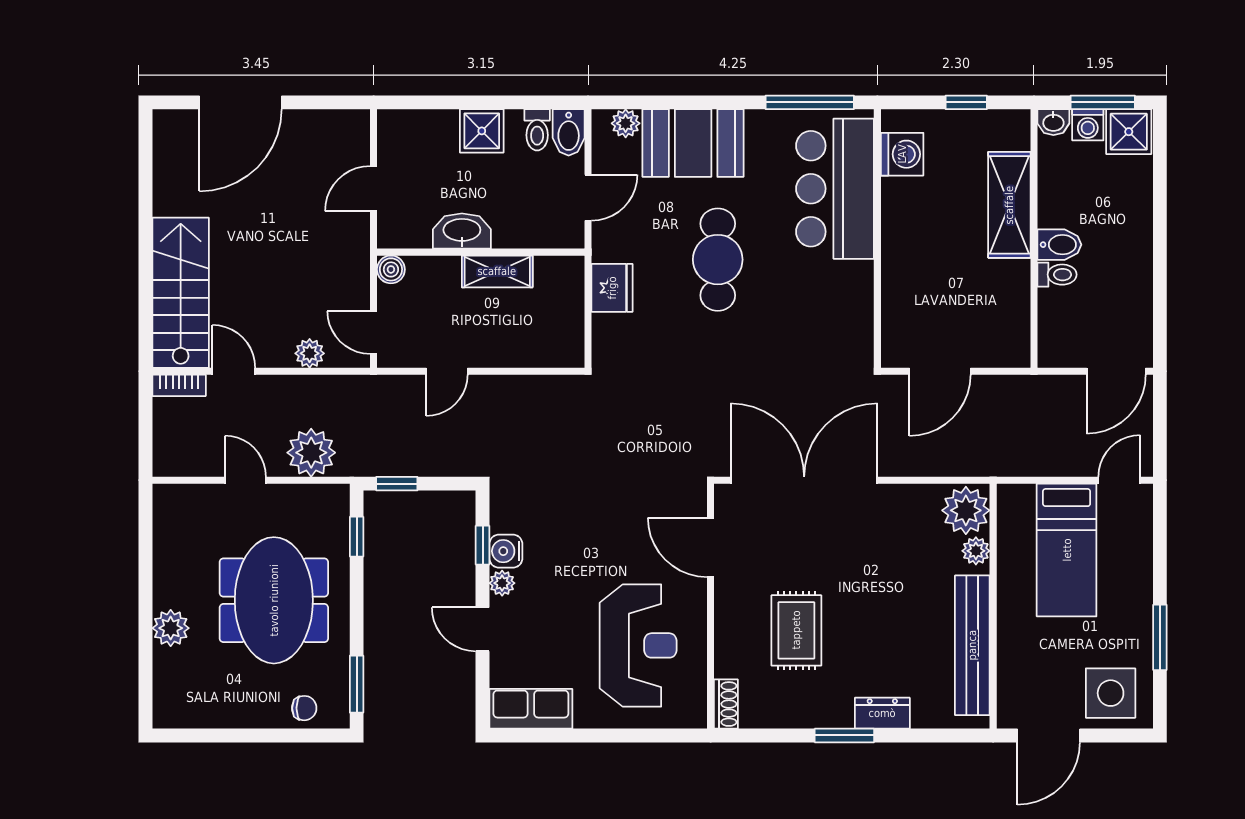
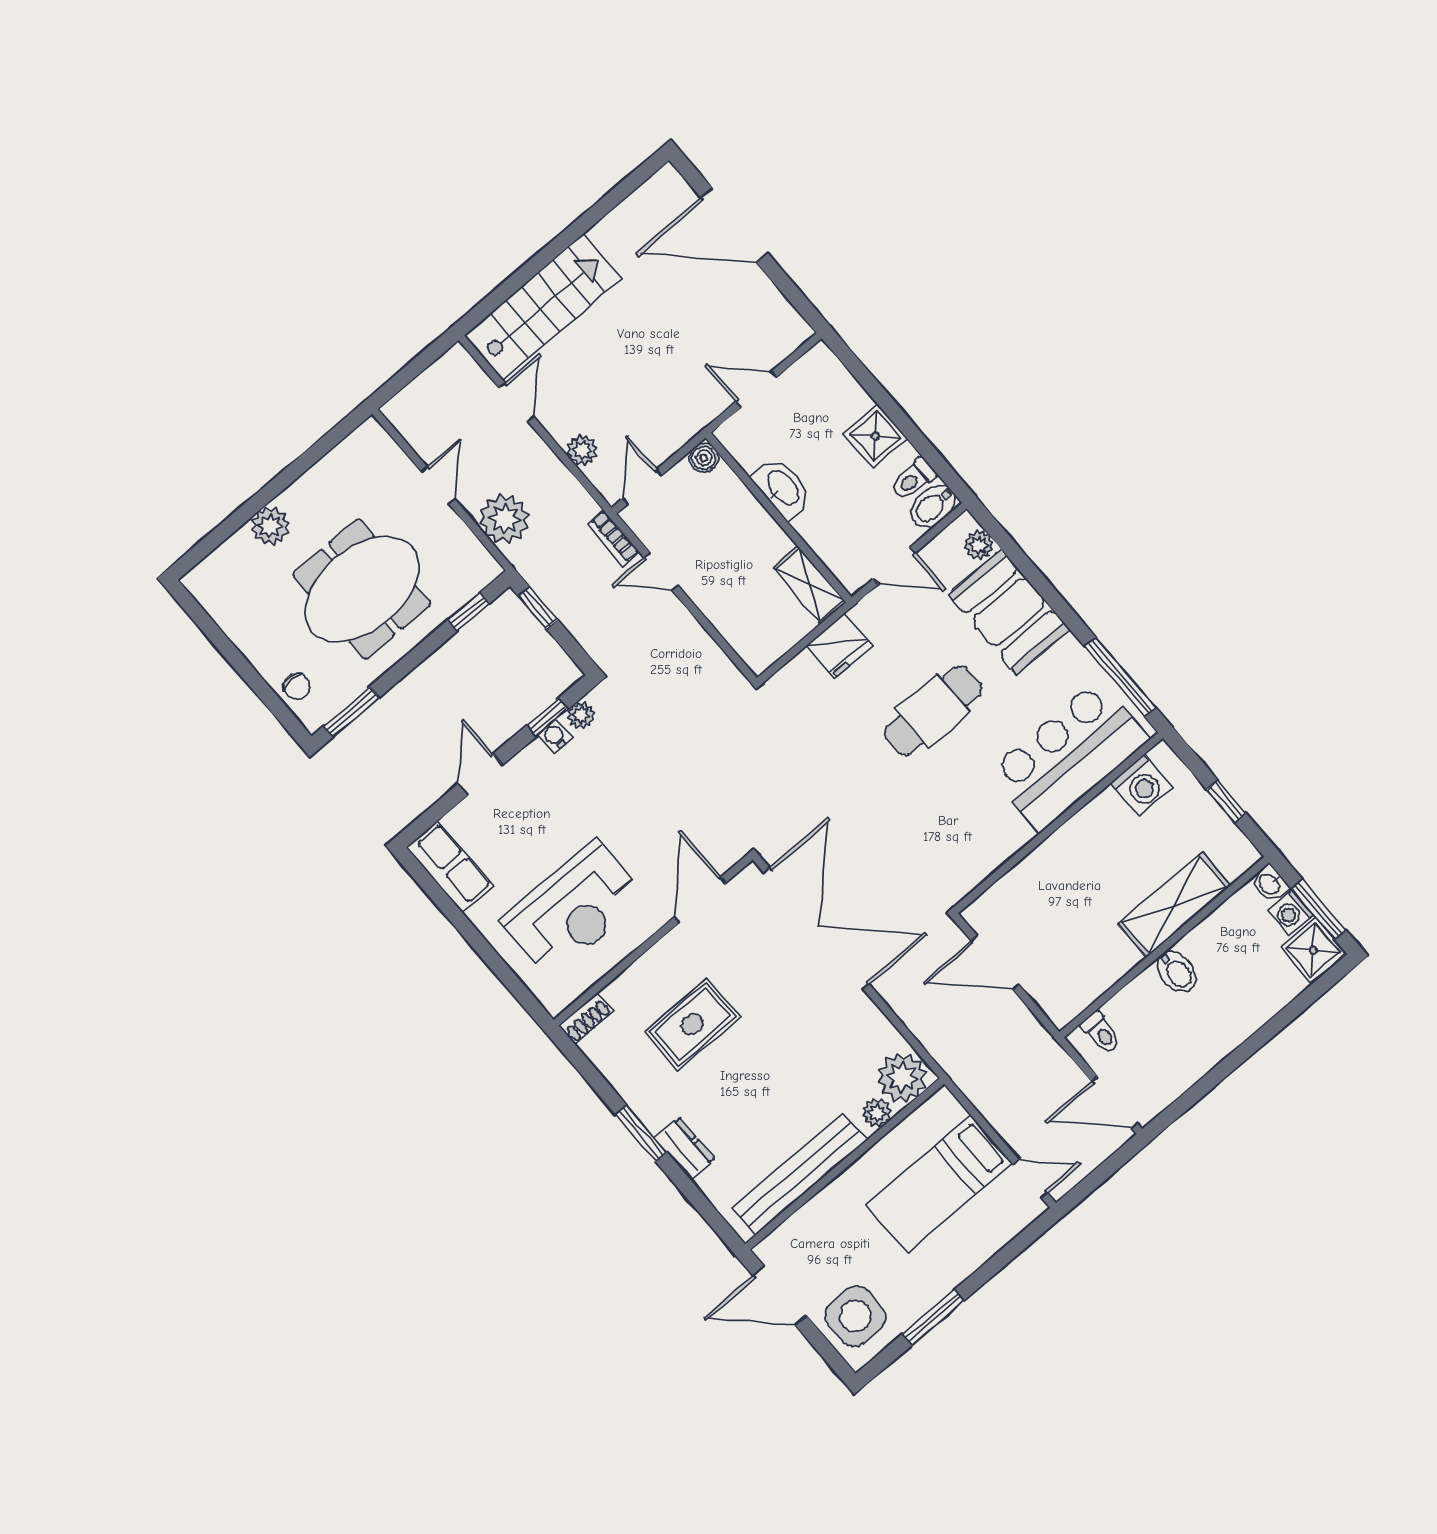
shelving: (497, 271) -> (810, 585), moved
toilet: (1057, 275) -> (1101, 1033), moved
bookcase: (179, 385) -> (613, 538), moved
water cooler: (506, 551) -> (555, 736), width x0.72, depth x0.72
plant: (502, 583) -> (581, 715), moved

